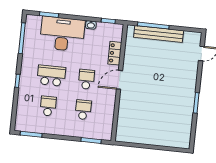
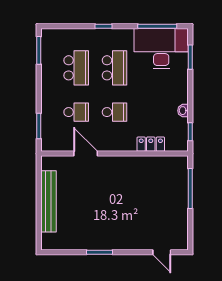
desk: (62, 34) -> (161, 49), moved, turned -90
bench: (159, 34) -> (48, 201), moved
door: (120, 80) -> (86, 154), moved
school desk: (48, 106) -> (76, 68), width x1.85

